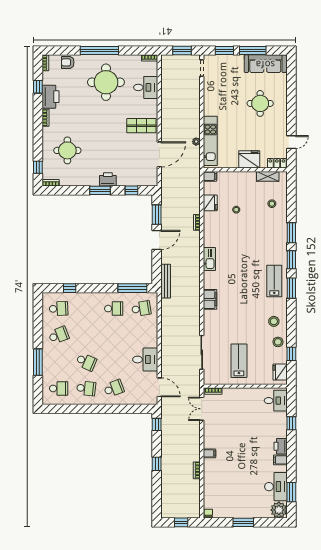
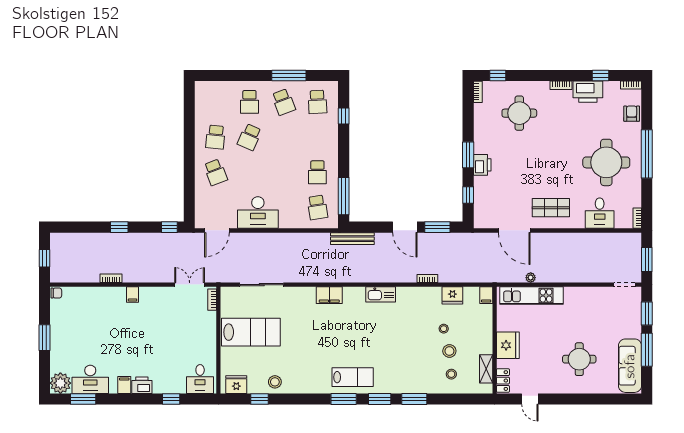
shop shelf: (141, 126) -> (551, 208), turned 90
stool: (274, 321) -> (449, 351), moved
desk: (145, 360) -> (258, 213), width x1.37
lab bench: (239, 361) -> (251, 332), width x1.36, depth x1.39
window: (38, 362) -> (289, 75), moved
school desk: (59, 388) -> (249, 102), moved

